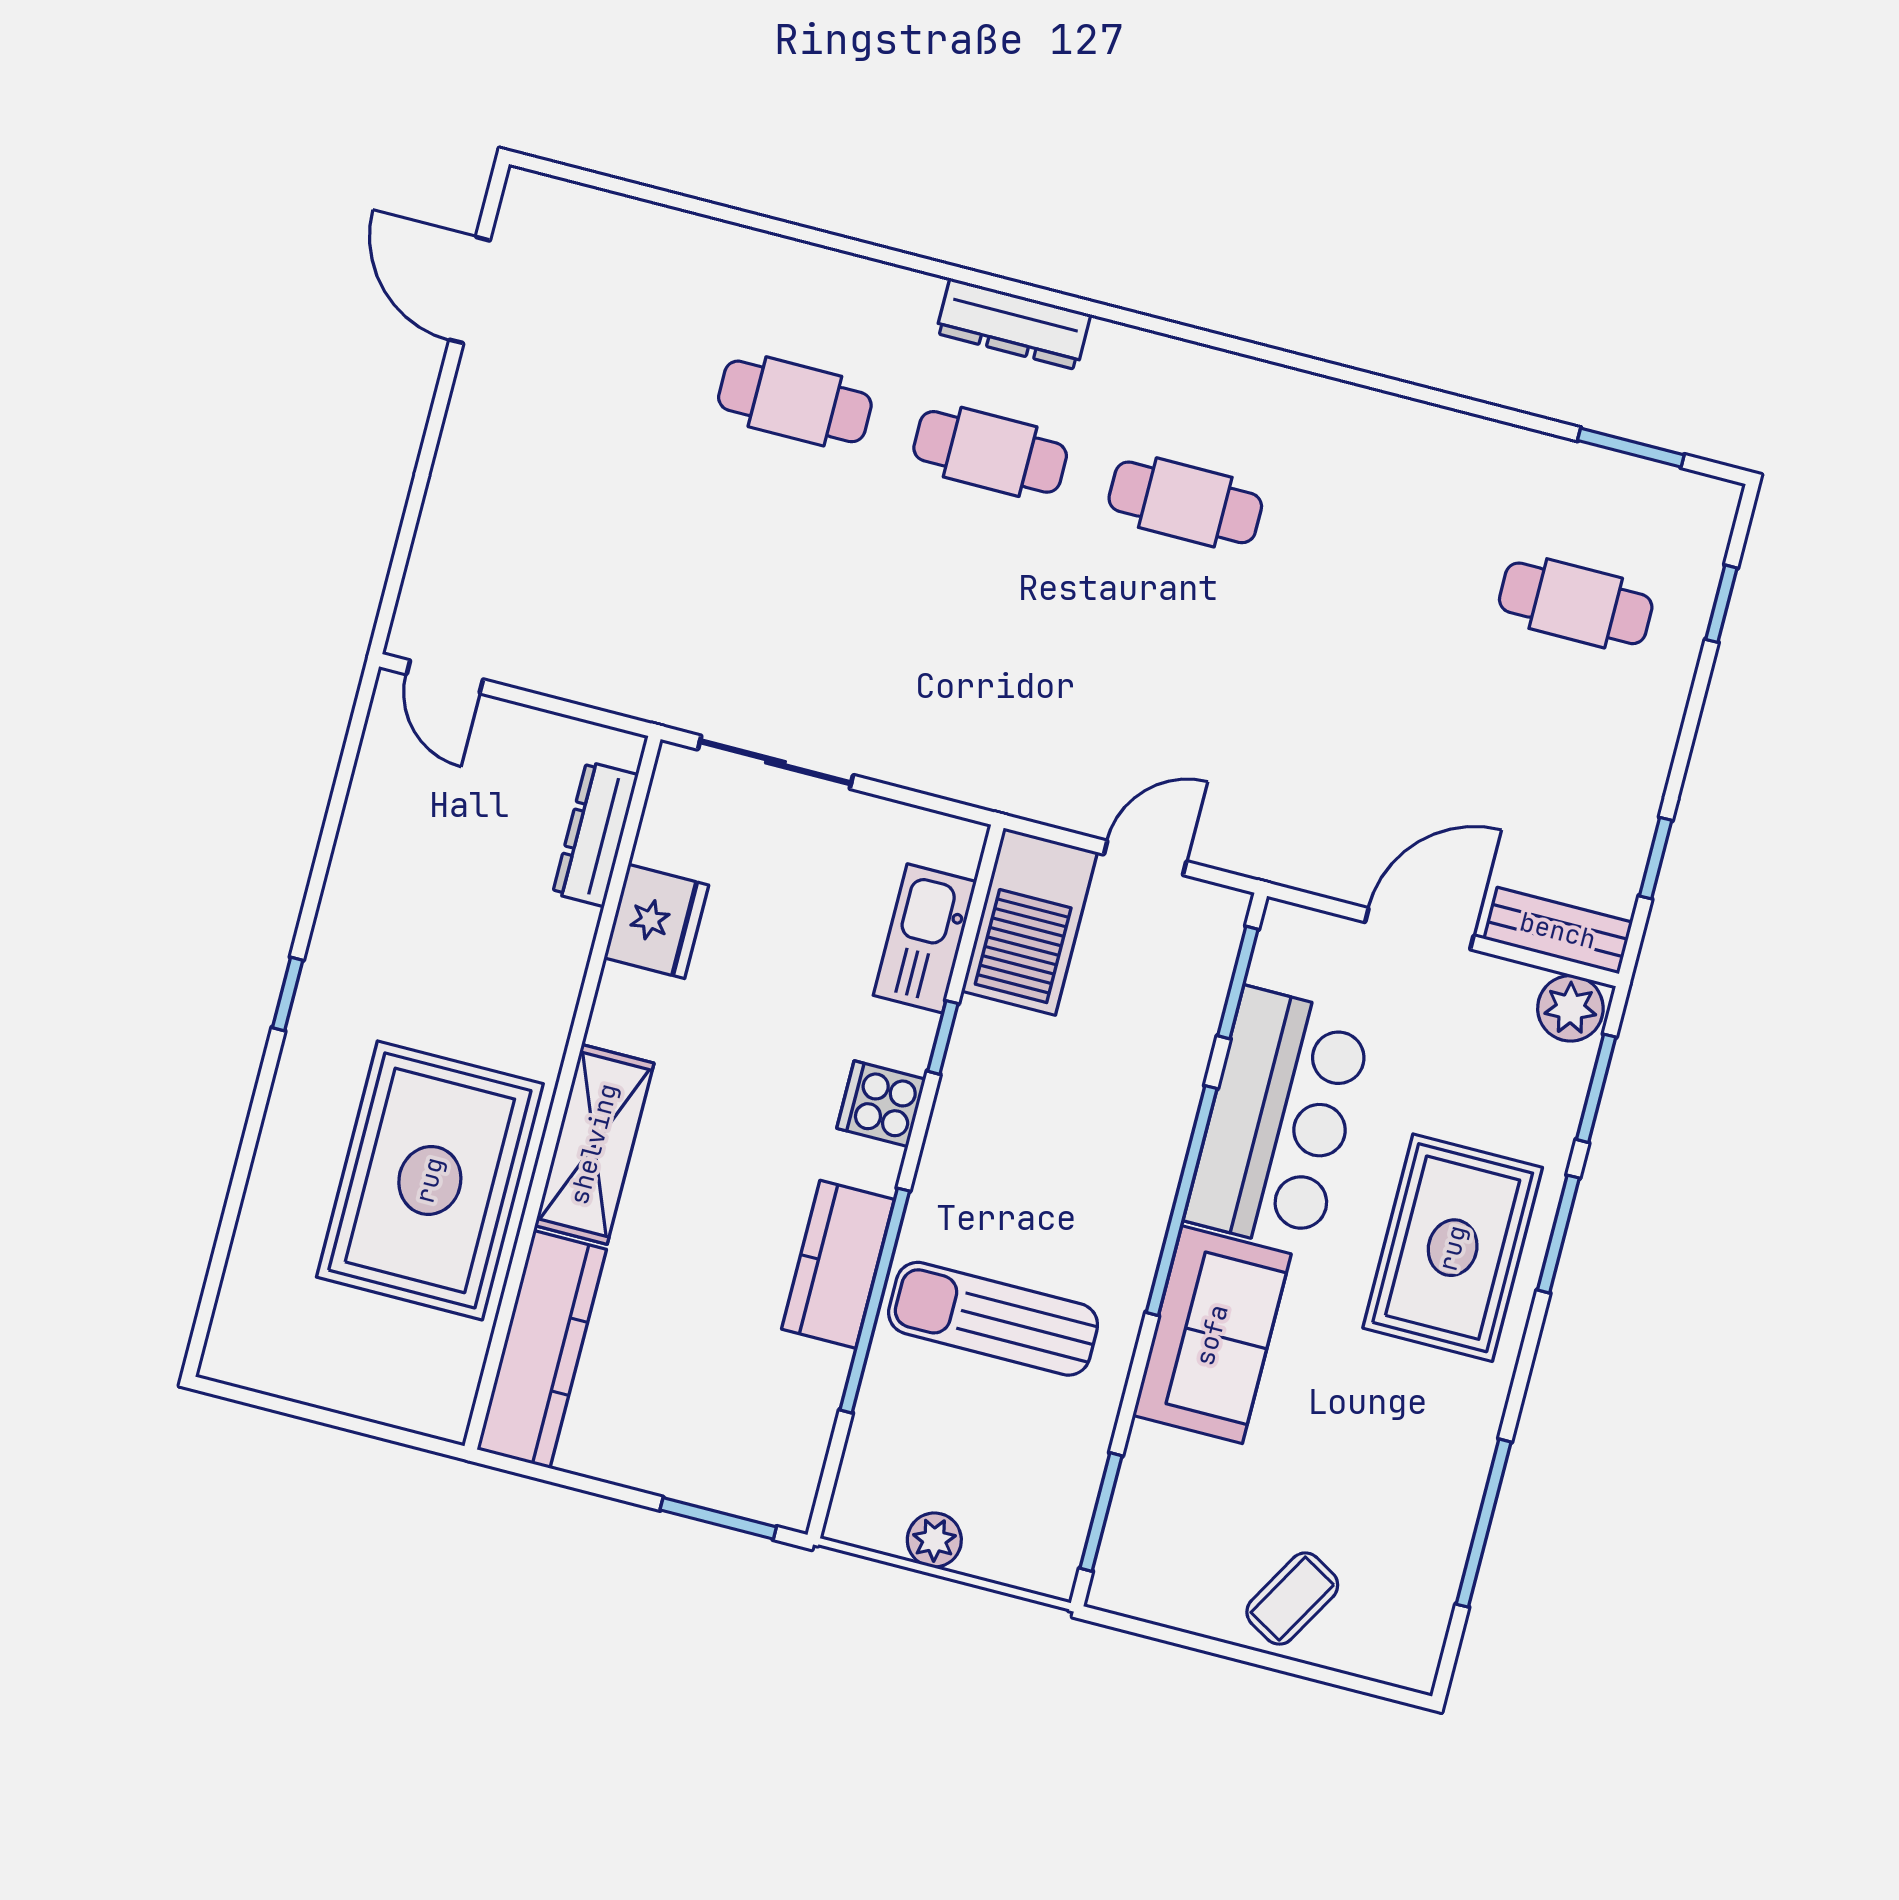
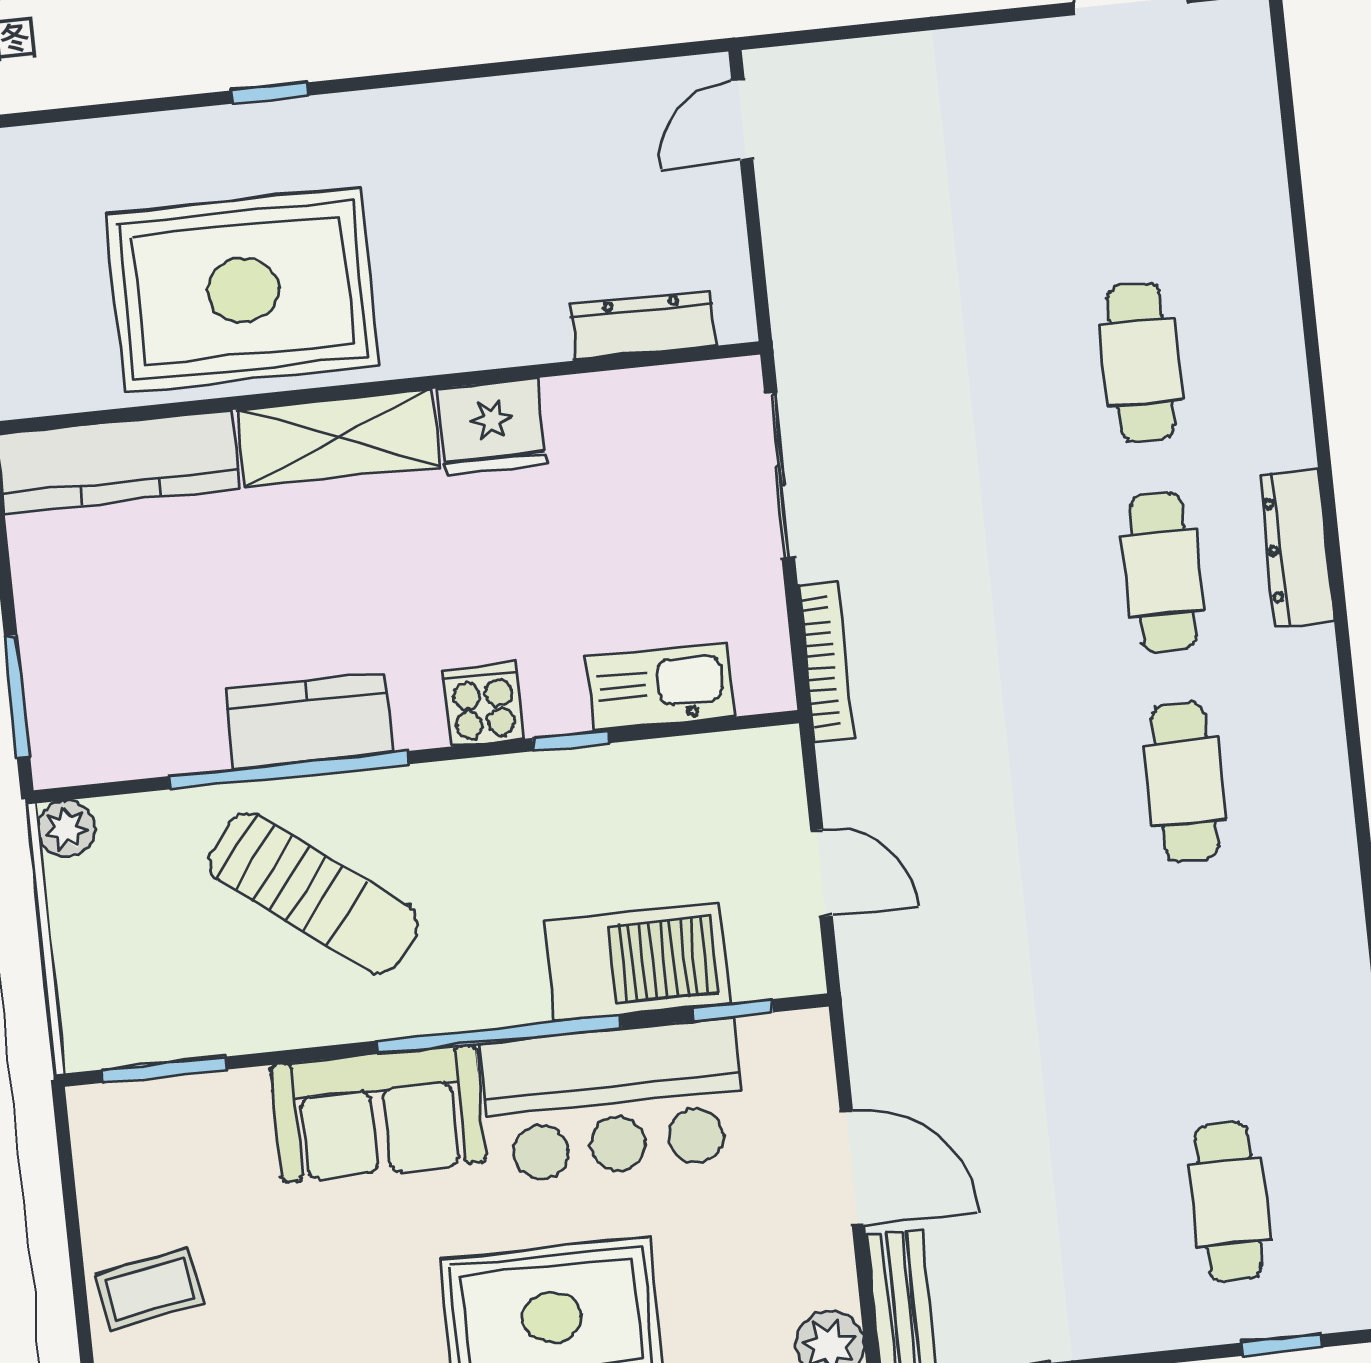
bookcase: (957, 783) -> (826, 661), added
fridge: (656, 921) -> (492, 426), moved
barbecue: (1030, 922) -> (637, 962), moved, turned 180
window: (1238, 982) -> (733, 1010), width x0.67
window: (288, 994) -> (270, 93), moved
sun lounger: (993, 1319) -> (314, 893), turned 127
plant: (934, 1540) -> (66, 829), moved
coffee table: (1292, 1599) -> (149, 1289), turned -40

